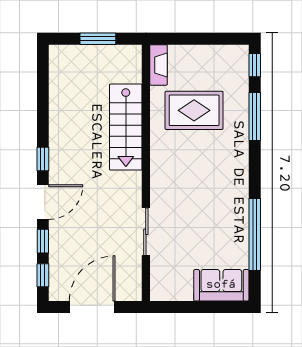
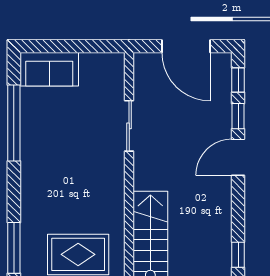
window: (43, 159) -> (238, 255), moved
door: (92, 307) -> (186, 46), hinge flipped

